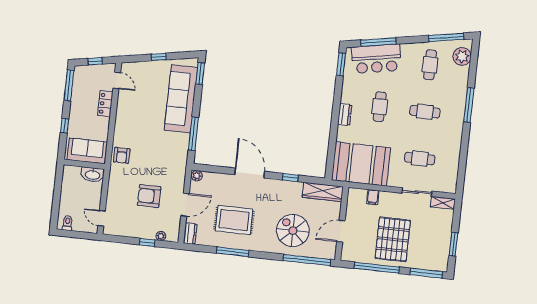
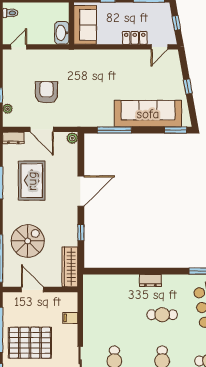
armchair: (122, 155) -> (84, 60), removed
booth: (361, 164) -> (102, 302), removed

